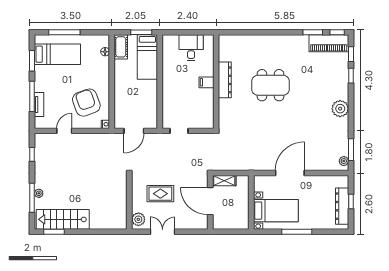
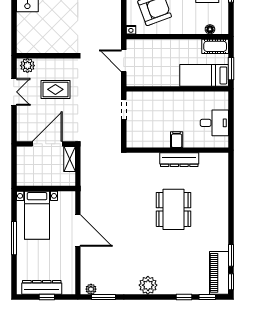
rug: (160, 194) -> (55, 89), turned 90

